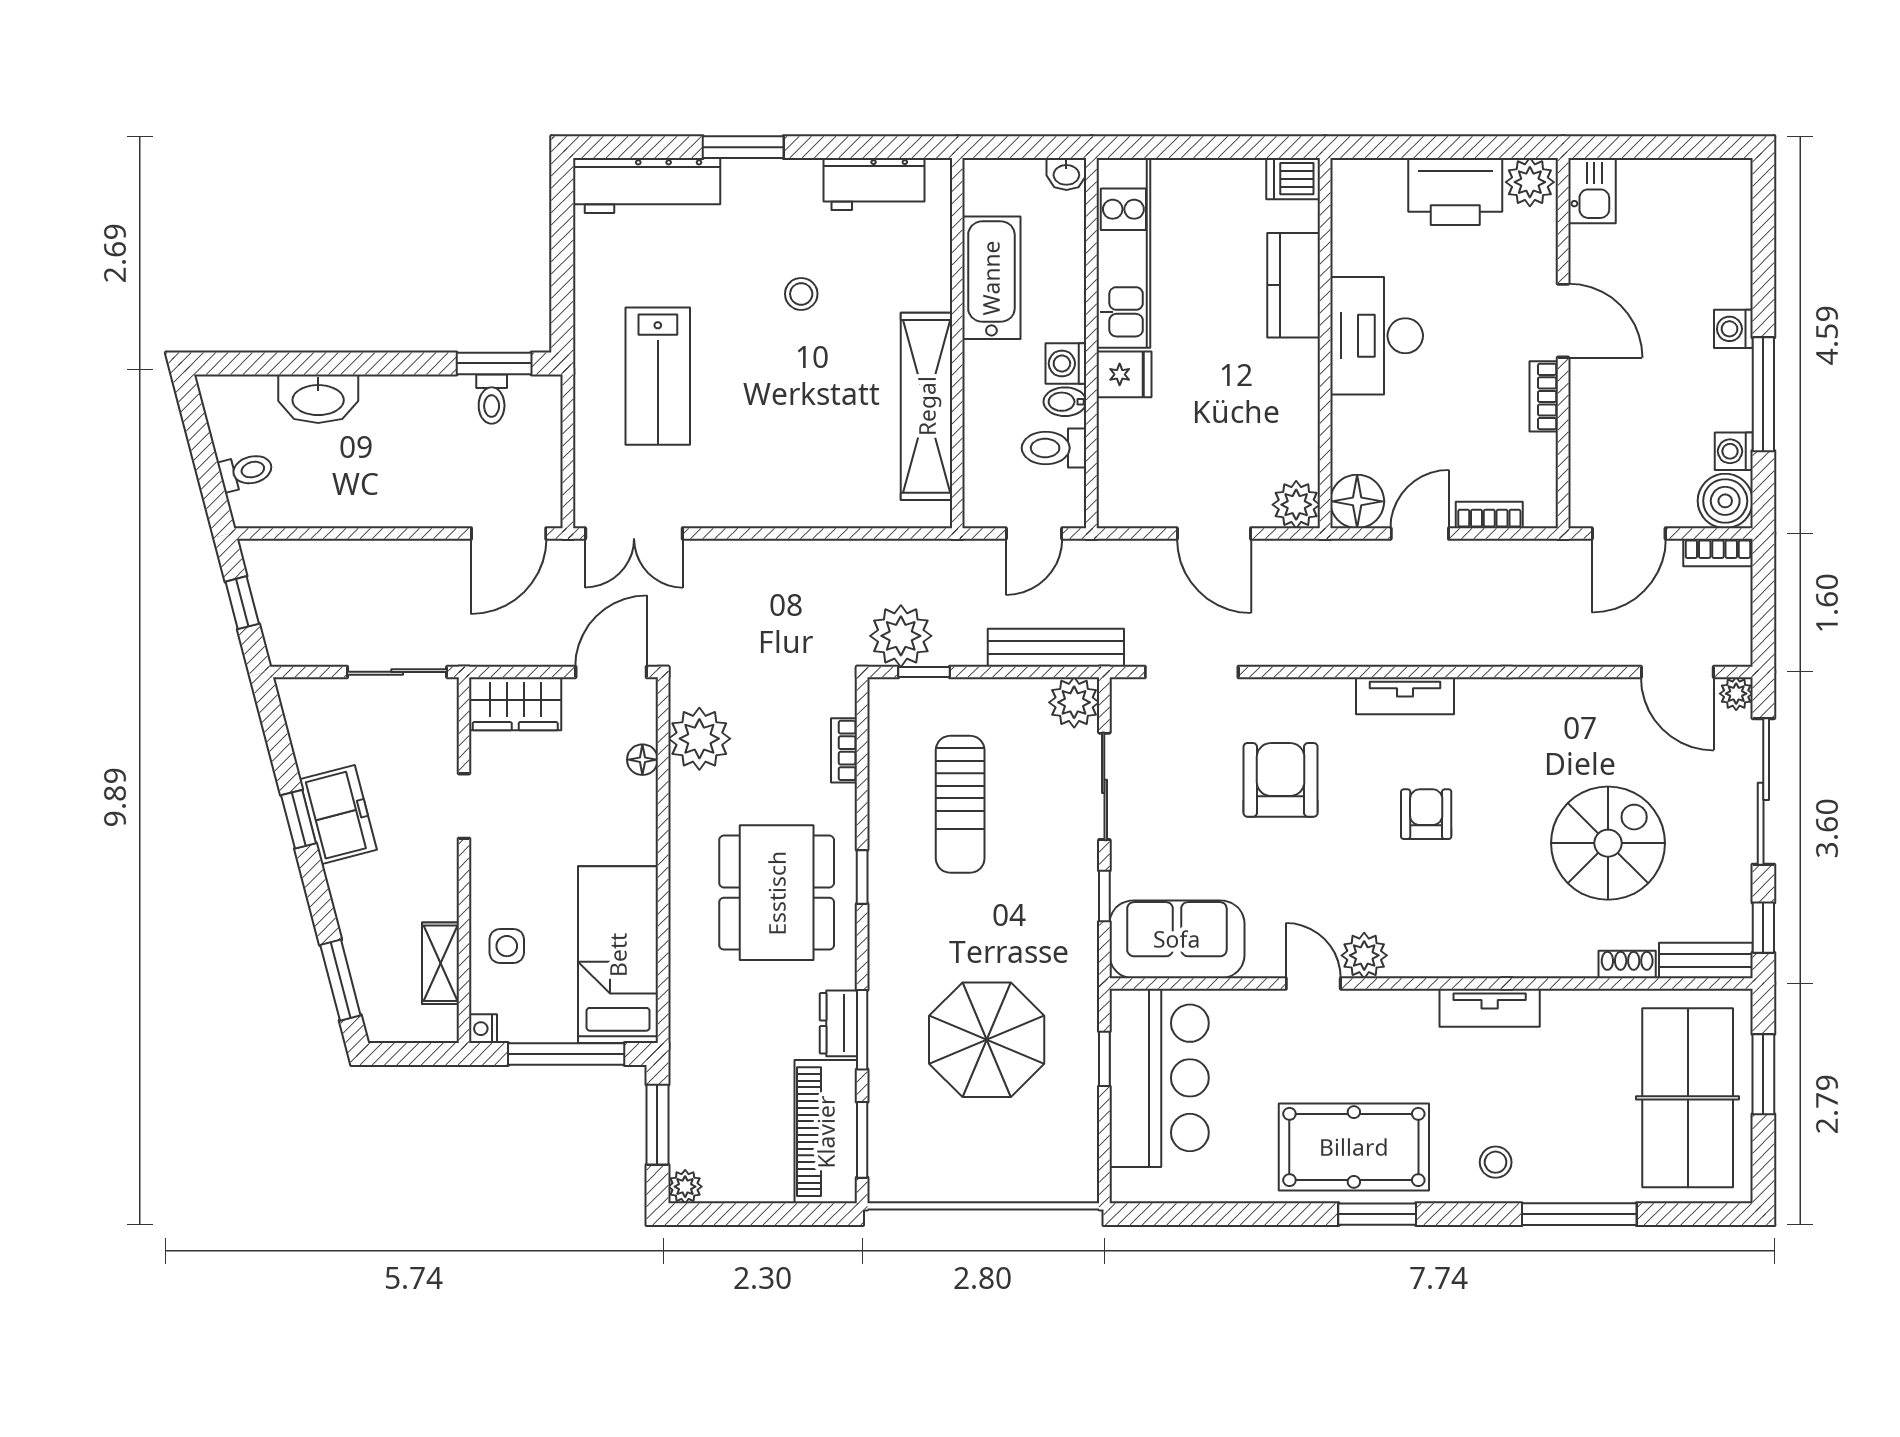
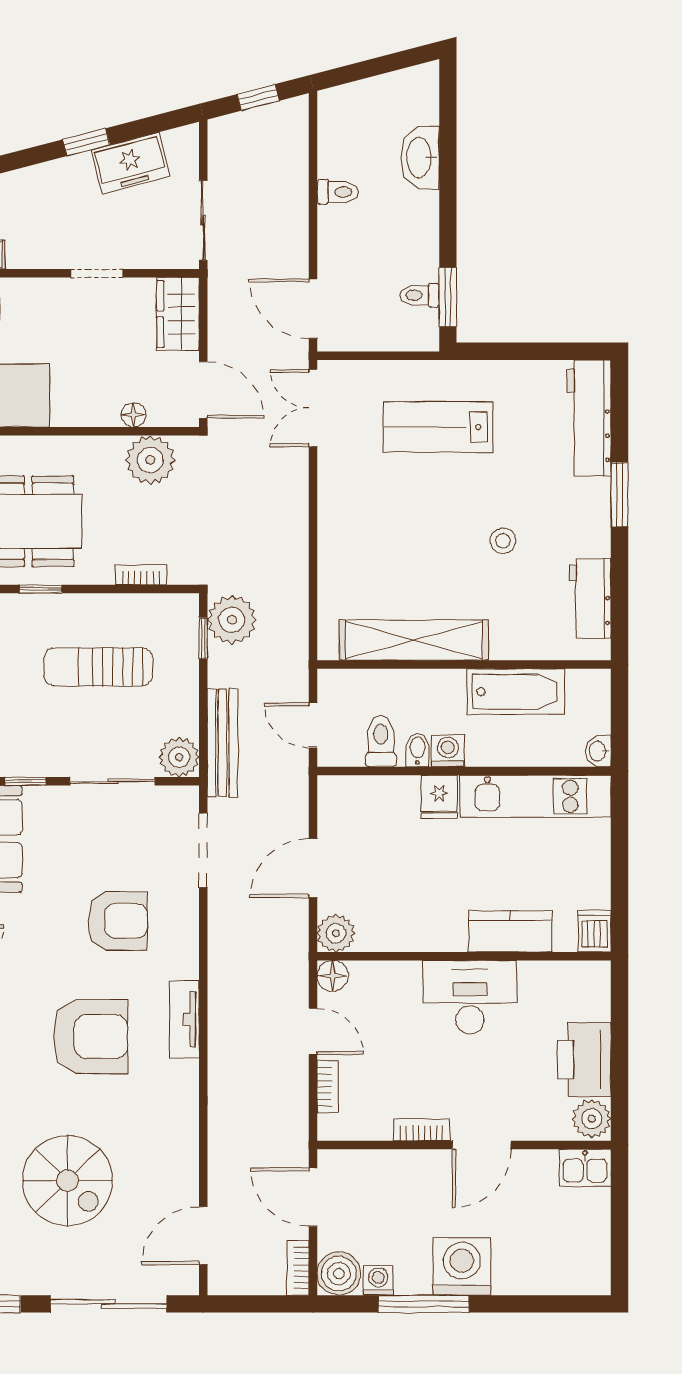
washing machine: (1733, 329) -> (462, 1266), width x1.89, depth x1.89
toilet: (246, 471) -> (338, 192), moved, turned -75
floor lamp: (1357, 501) -> (333, 976), width x0.73, depth x0.73
plant: (1736, 694) -> (186, 1282), removed
armchair: (1426, 814) -> (90, 1036), width x1.88, depth x1.88
freezer: (338, 815) -> (131, 163), moved

